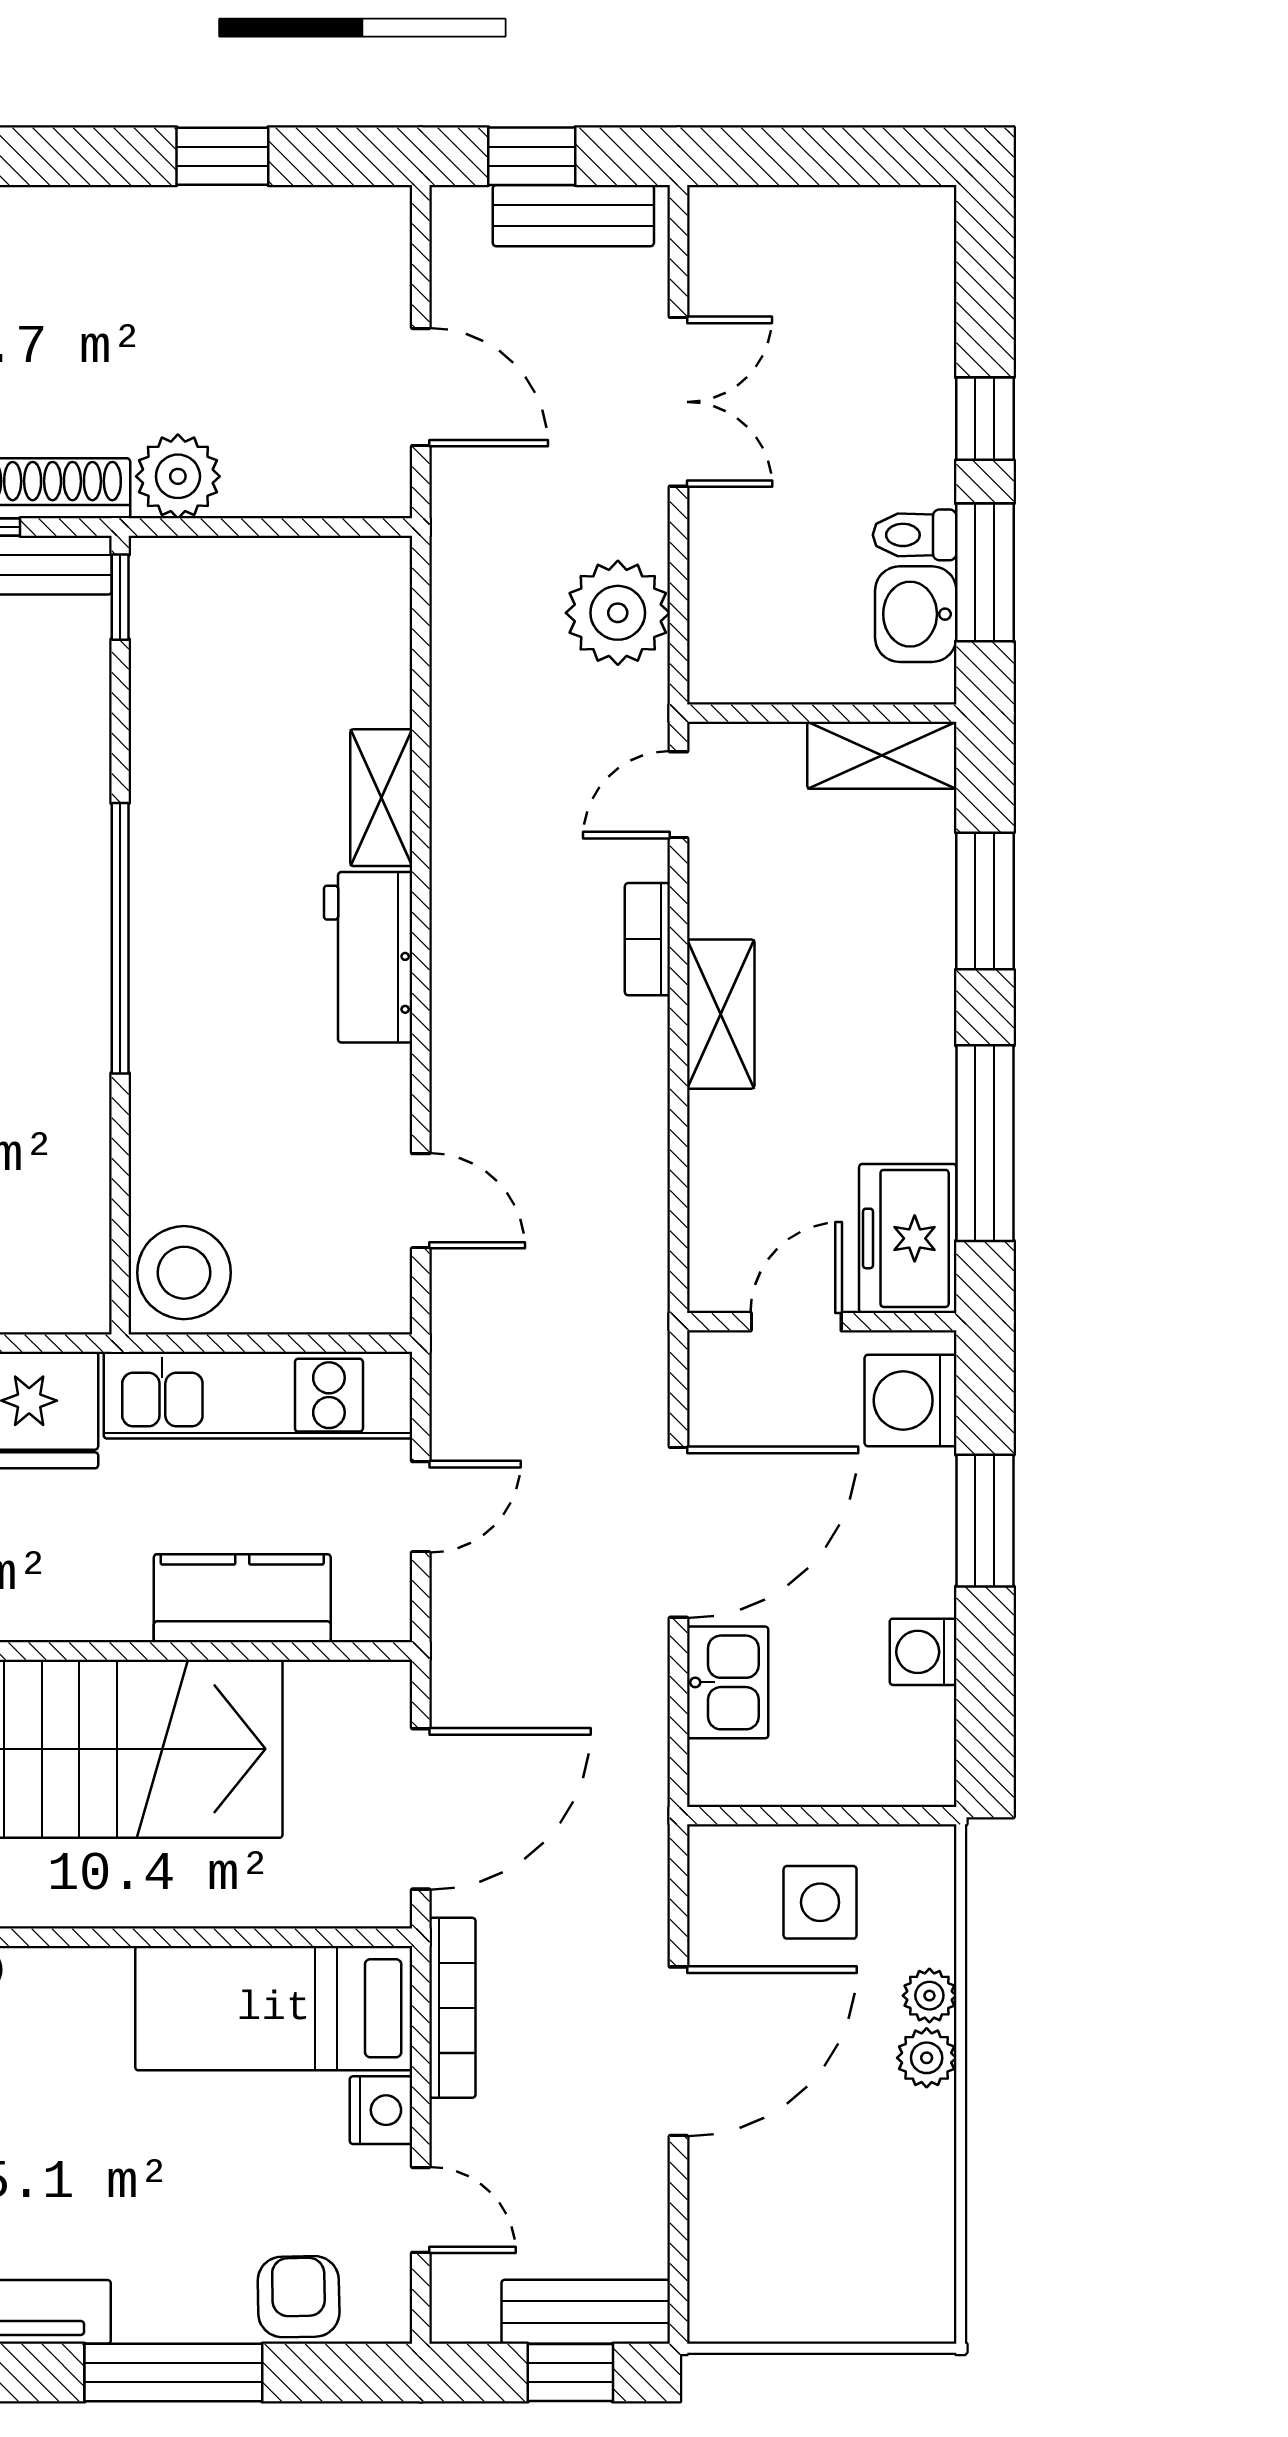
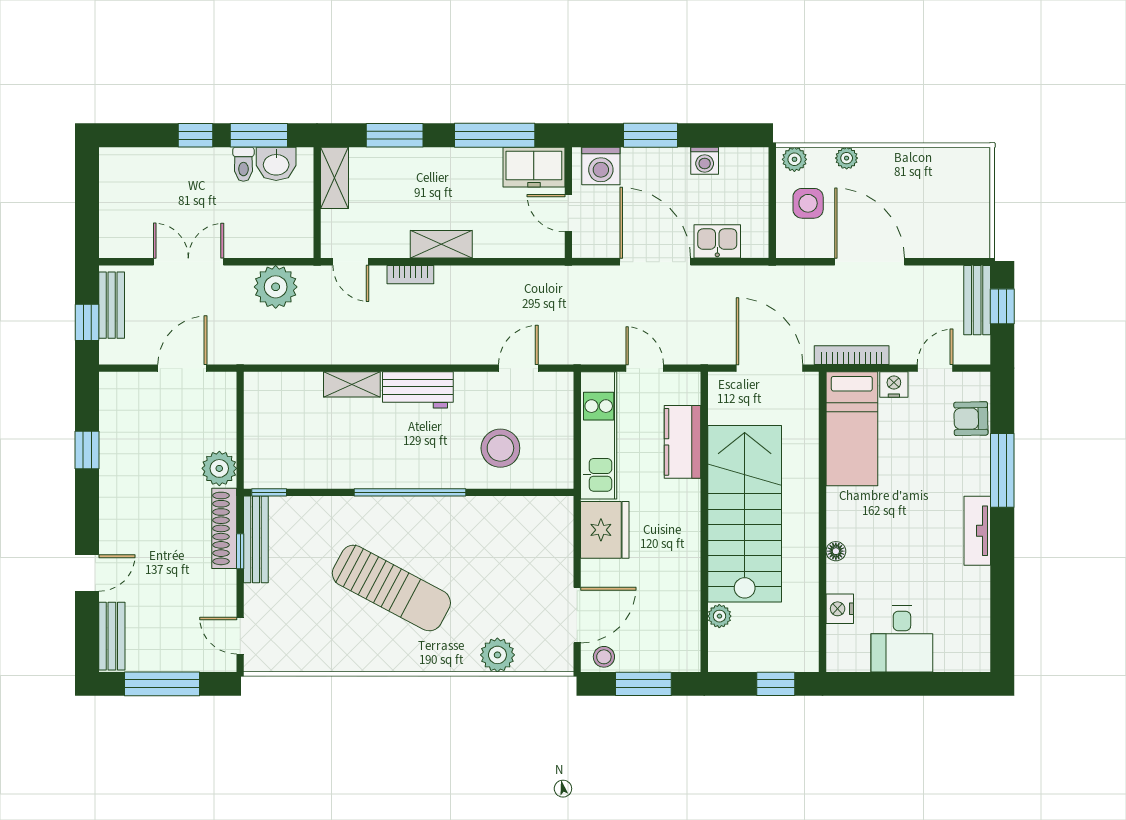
stool: (184, 1273) -> (500, 448), moved
plant: (927, 2058) -> (794, 159), moved

